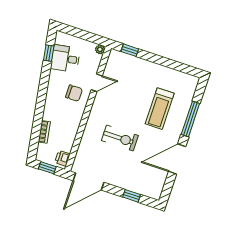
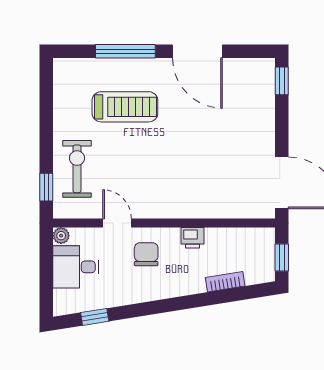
desk: (65, 59) -> (76, 267), moved, turned 99
exercise bike: (120, 138) -> (77, 169), moved
printer: (62, 158) -> (192, 238), moved
window: (132, 196) -> (282, 81), moved

